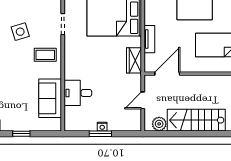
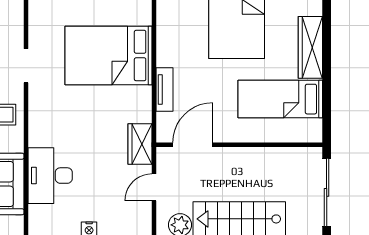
wardrobe: (134, 60) -> (140, 144), moved
desk: (78, 93) -> (50, 176), width x1.37

